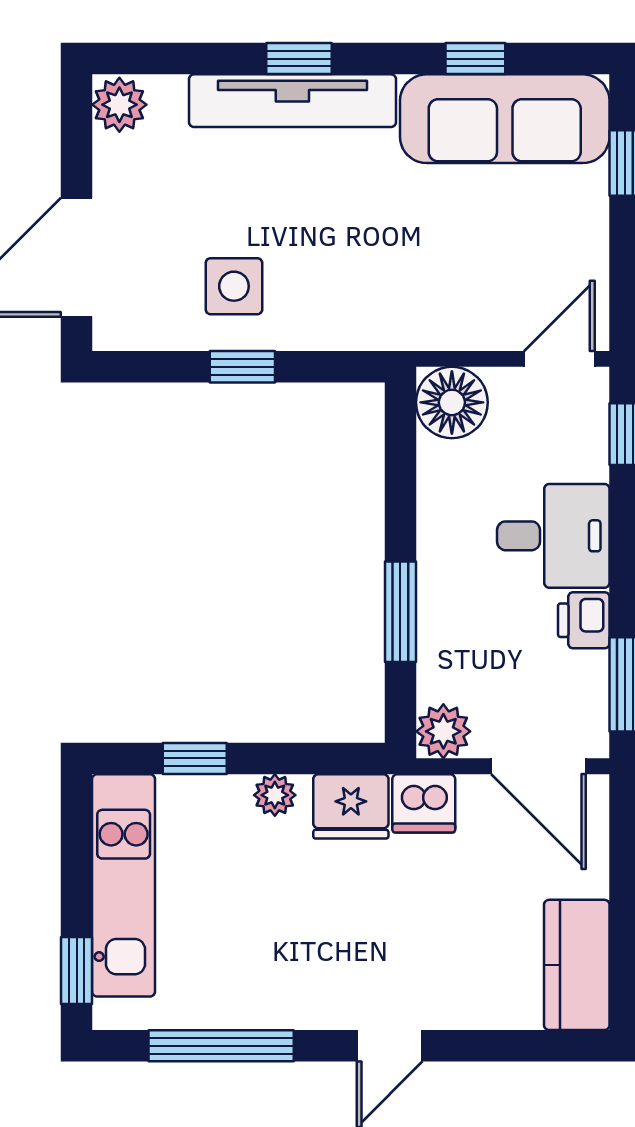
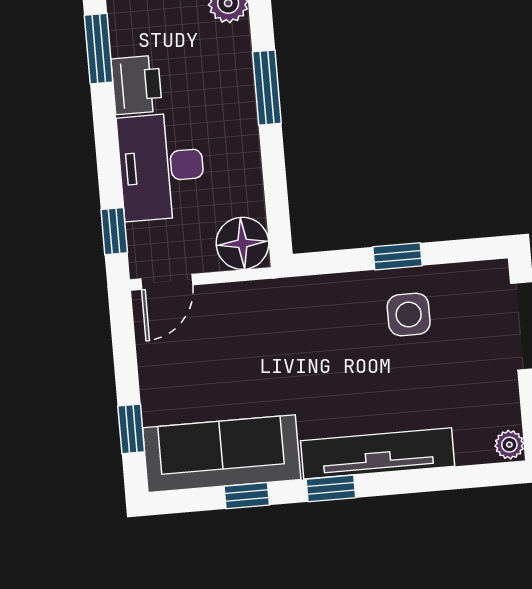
window: (299, 59) -> (331, 488), moved
plant: (119, 105) -> (509, 445), width x0.73, depth x0.73
desk: (553, 536) -> (161, 167), width x1.37
printer: (584, 620) -> (137, 85), width x1.36, depth x1.24

